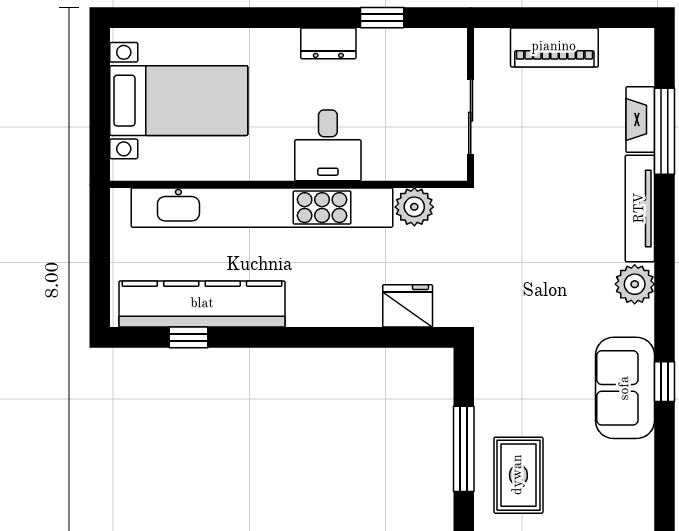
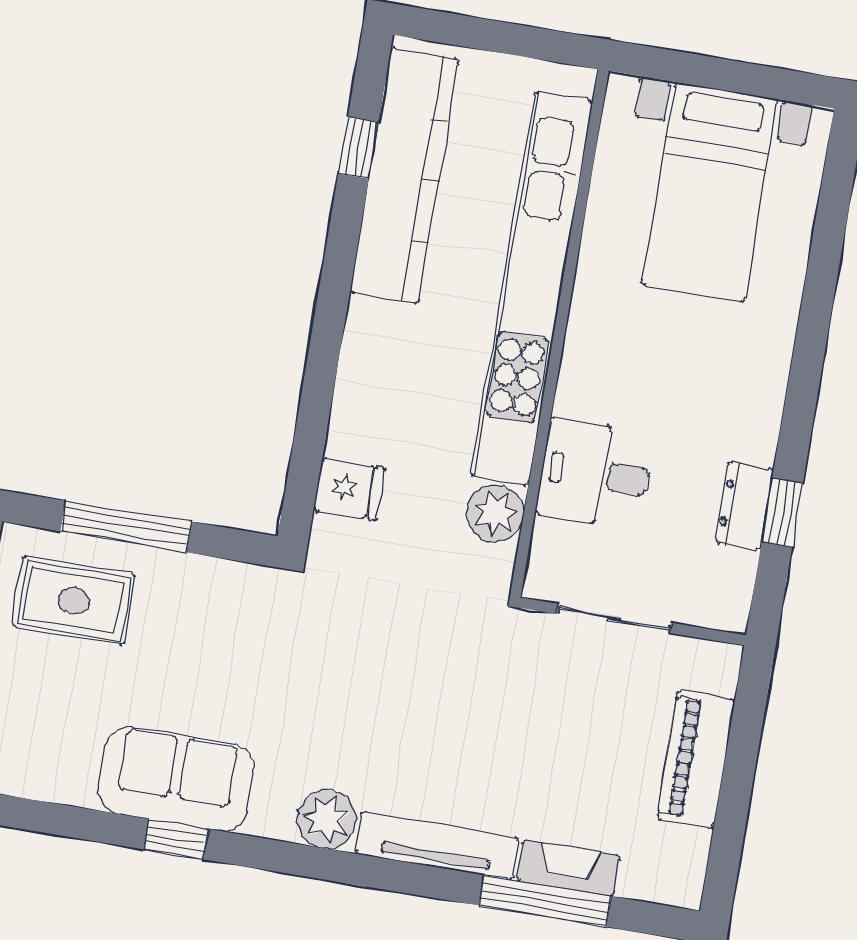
dresser: (328, 43) -> (744, 506), moved
desk: (328, 145) -> (595, 474), moved
fridge: (408, 306) -> (349, 489), width x0.72

